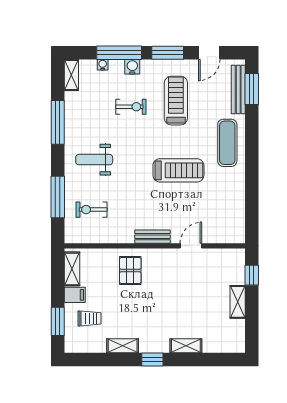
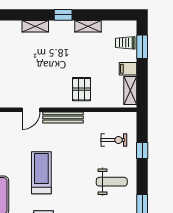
treadmill: (178, 170) -> (41, 173), turned 90
window: (58, 197) -> (142, 150), width x0.46
bench: (152, 237) -> (63, 117), width x1.36
trolley: (89, 318) -> (125, 43), moved

